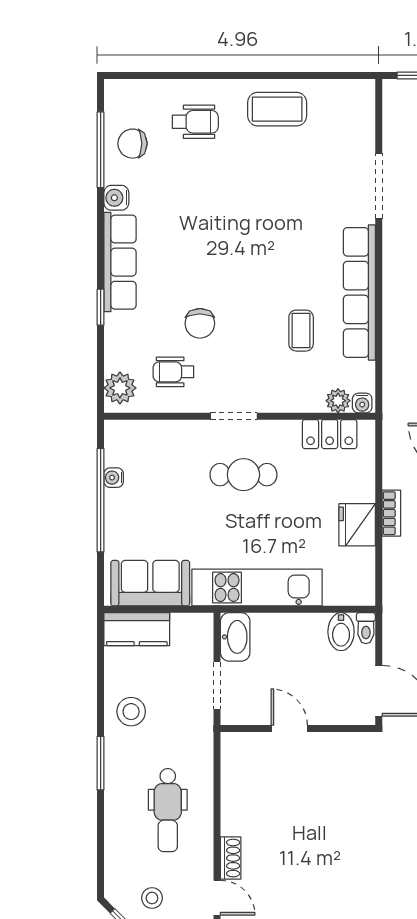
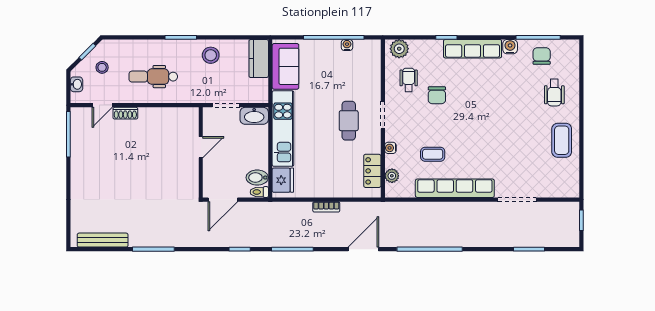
chair: (200, 323) -> (437, 95), turned -90
water cooler: (362, 403) -> (390, 148), moved
fridge: (357, 525) -> (283, 180), moved, turned 90

